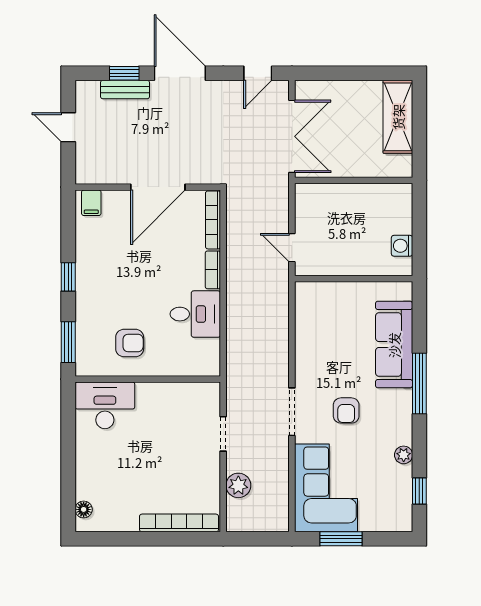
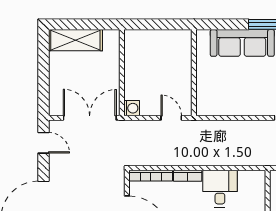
washing machine: (402, 246) -> (132, 108), moved, turned -90
door: (292, 248) -> (171, 118), swing flipped

